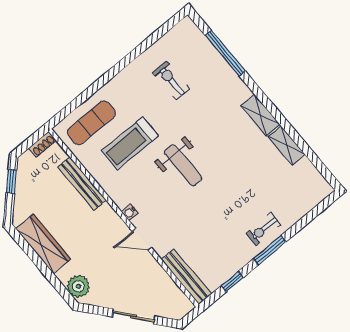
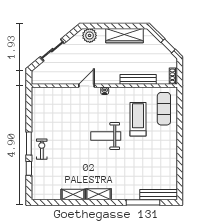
exercise bike: (171, 81) -> (152, 165), removed
bench: (186, 277) -> (159, 195), moved
window: (232, 281) -> (29, 168), moved

